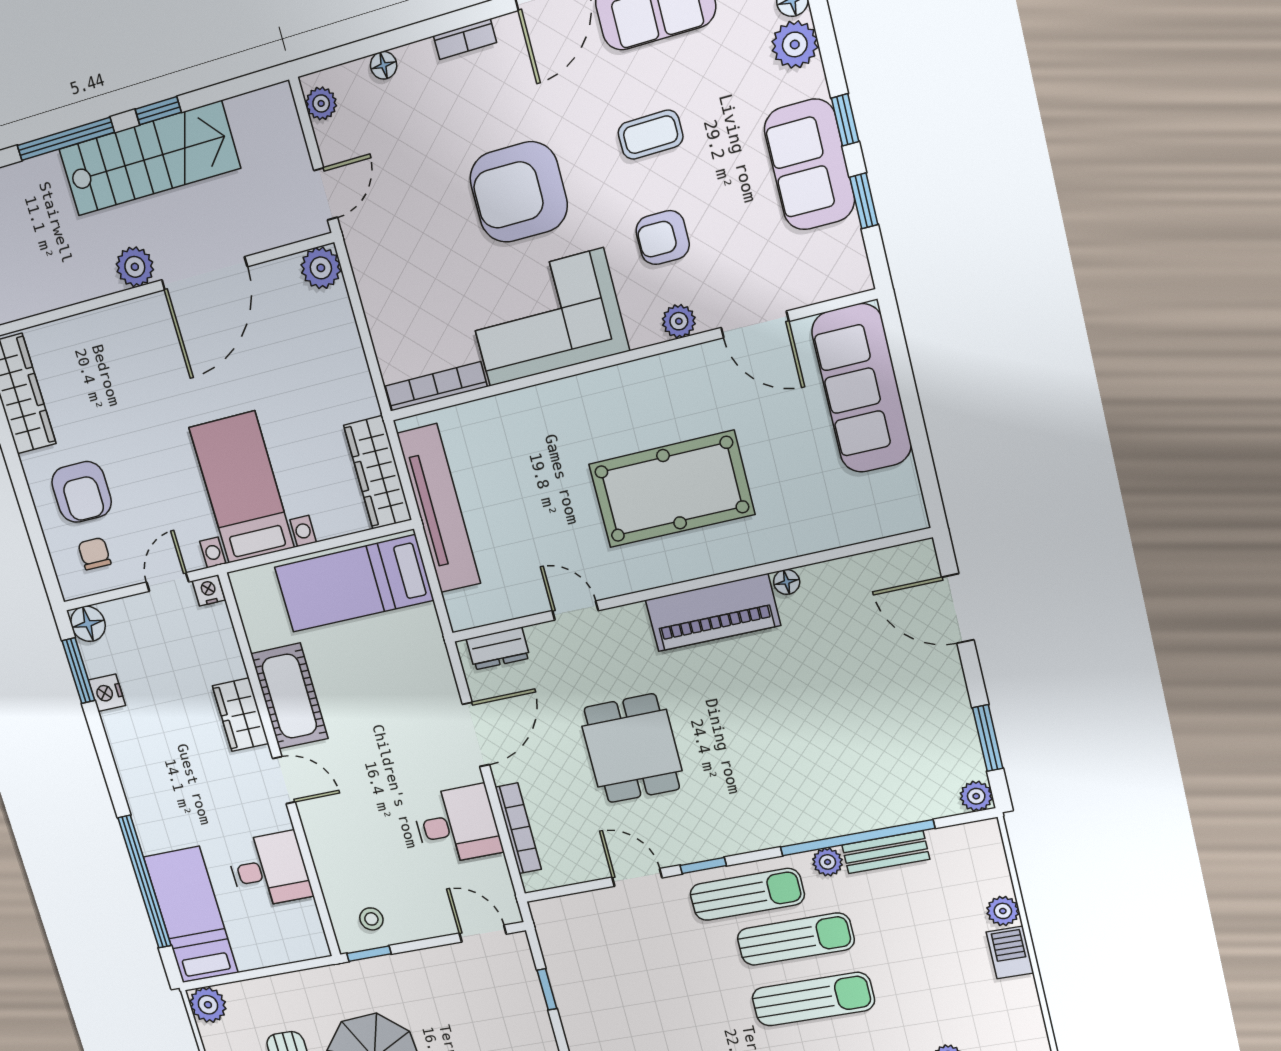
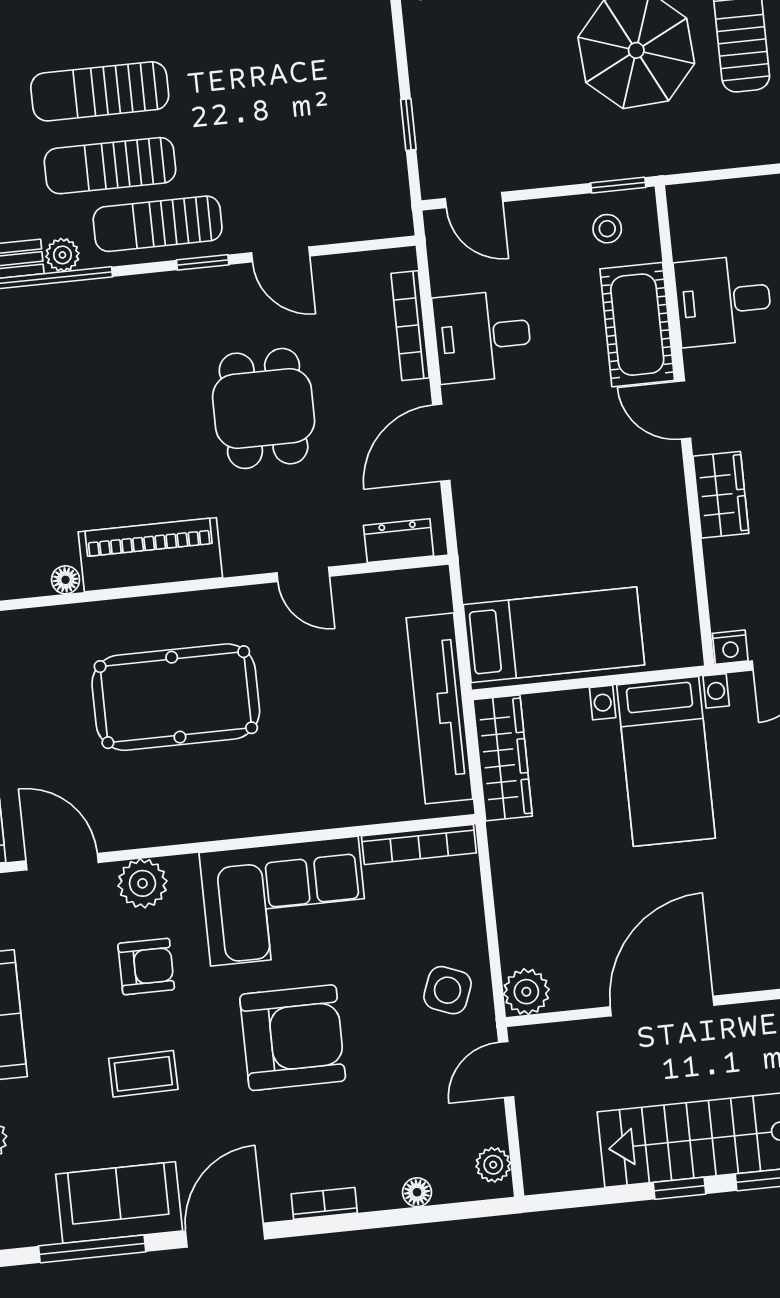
side table: (389, 258) -> (447, 990), added
plant: (135, 267) -> (742, 1025), removed
plant: (679, 321) -> (142, 883), width x1.38, depth x1.38
cot: (289, 696) -> (637, 325), moved

